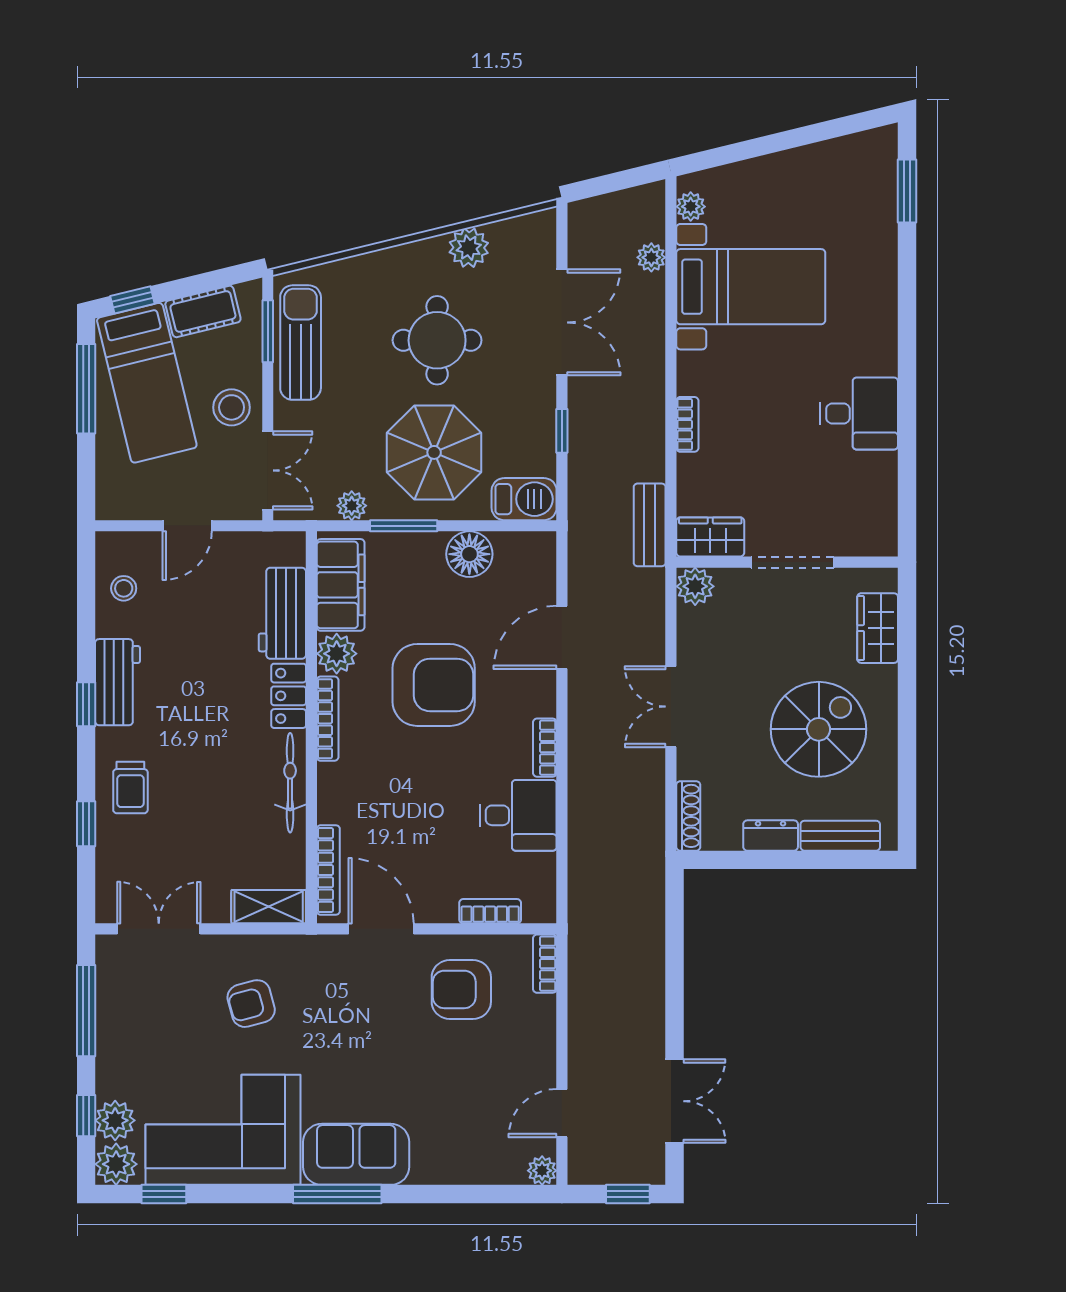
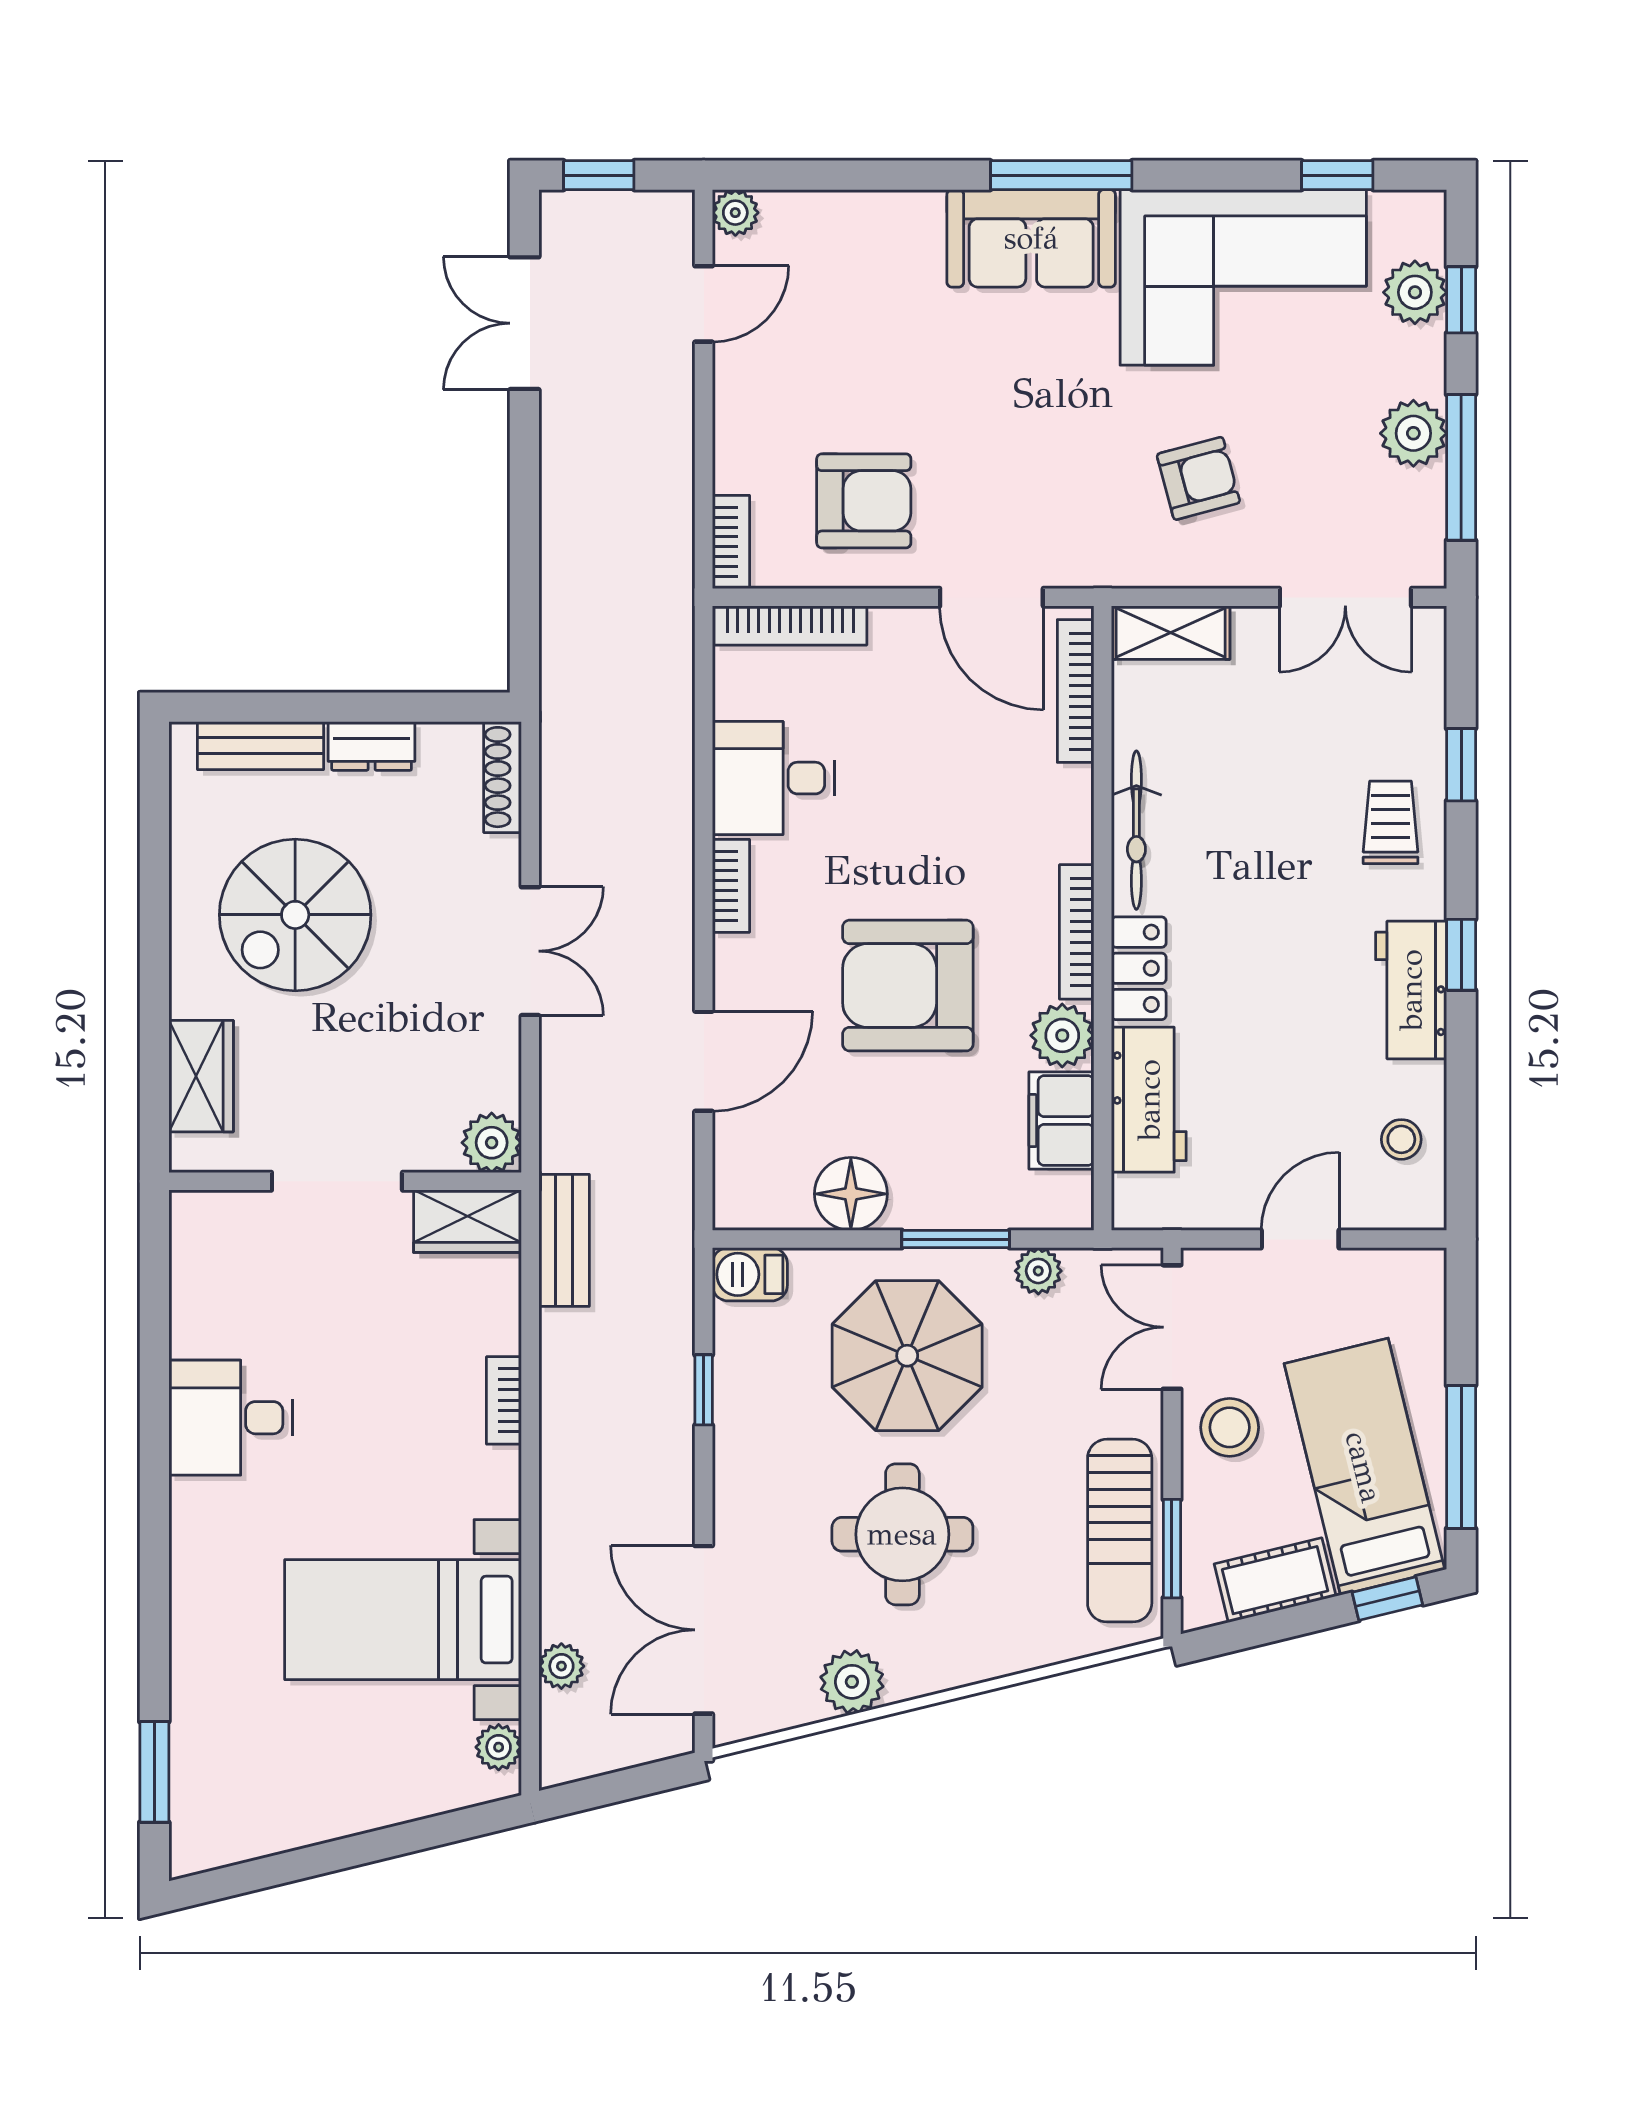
double door: (562, 322) -> (704, 1630), moved
barbecue: (524, 499) -> (750, 1274), width x0.73, depth x0.79
filing cabinet: (341, 585) -> (1061, 1121), width x0.67, depth x0.86
bookcase: (490, 911) -> (790, 625), width x1.56
plant: (116, 1164) -> (1413, 433), moved

